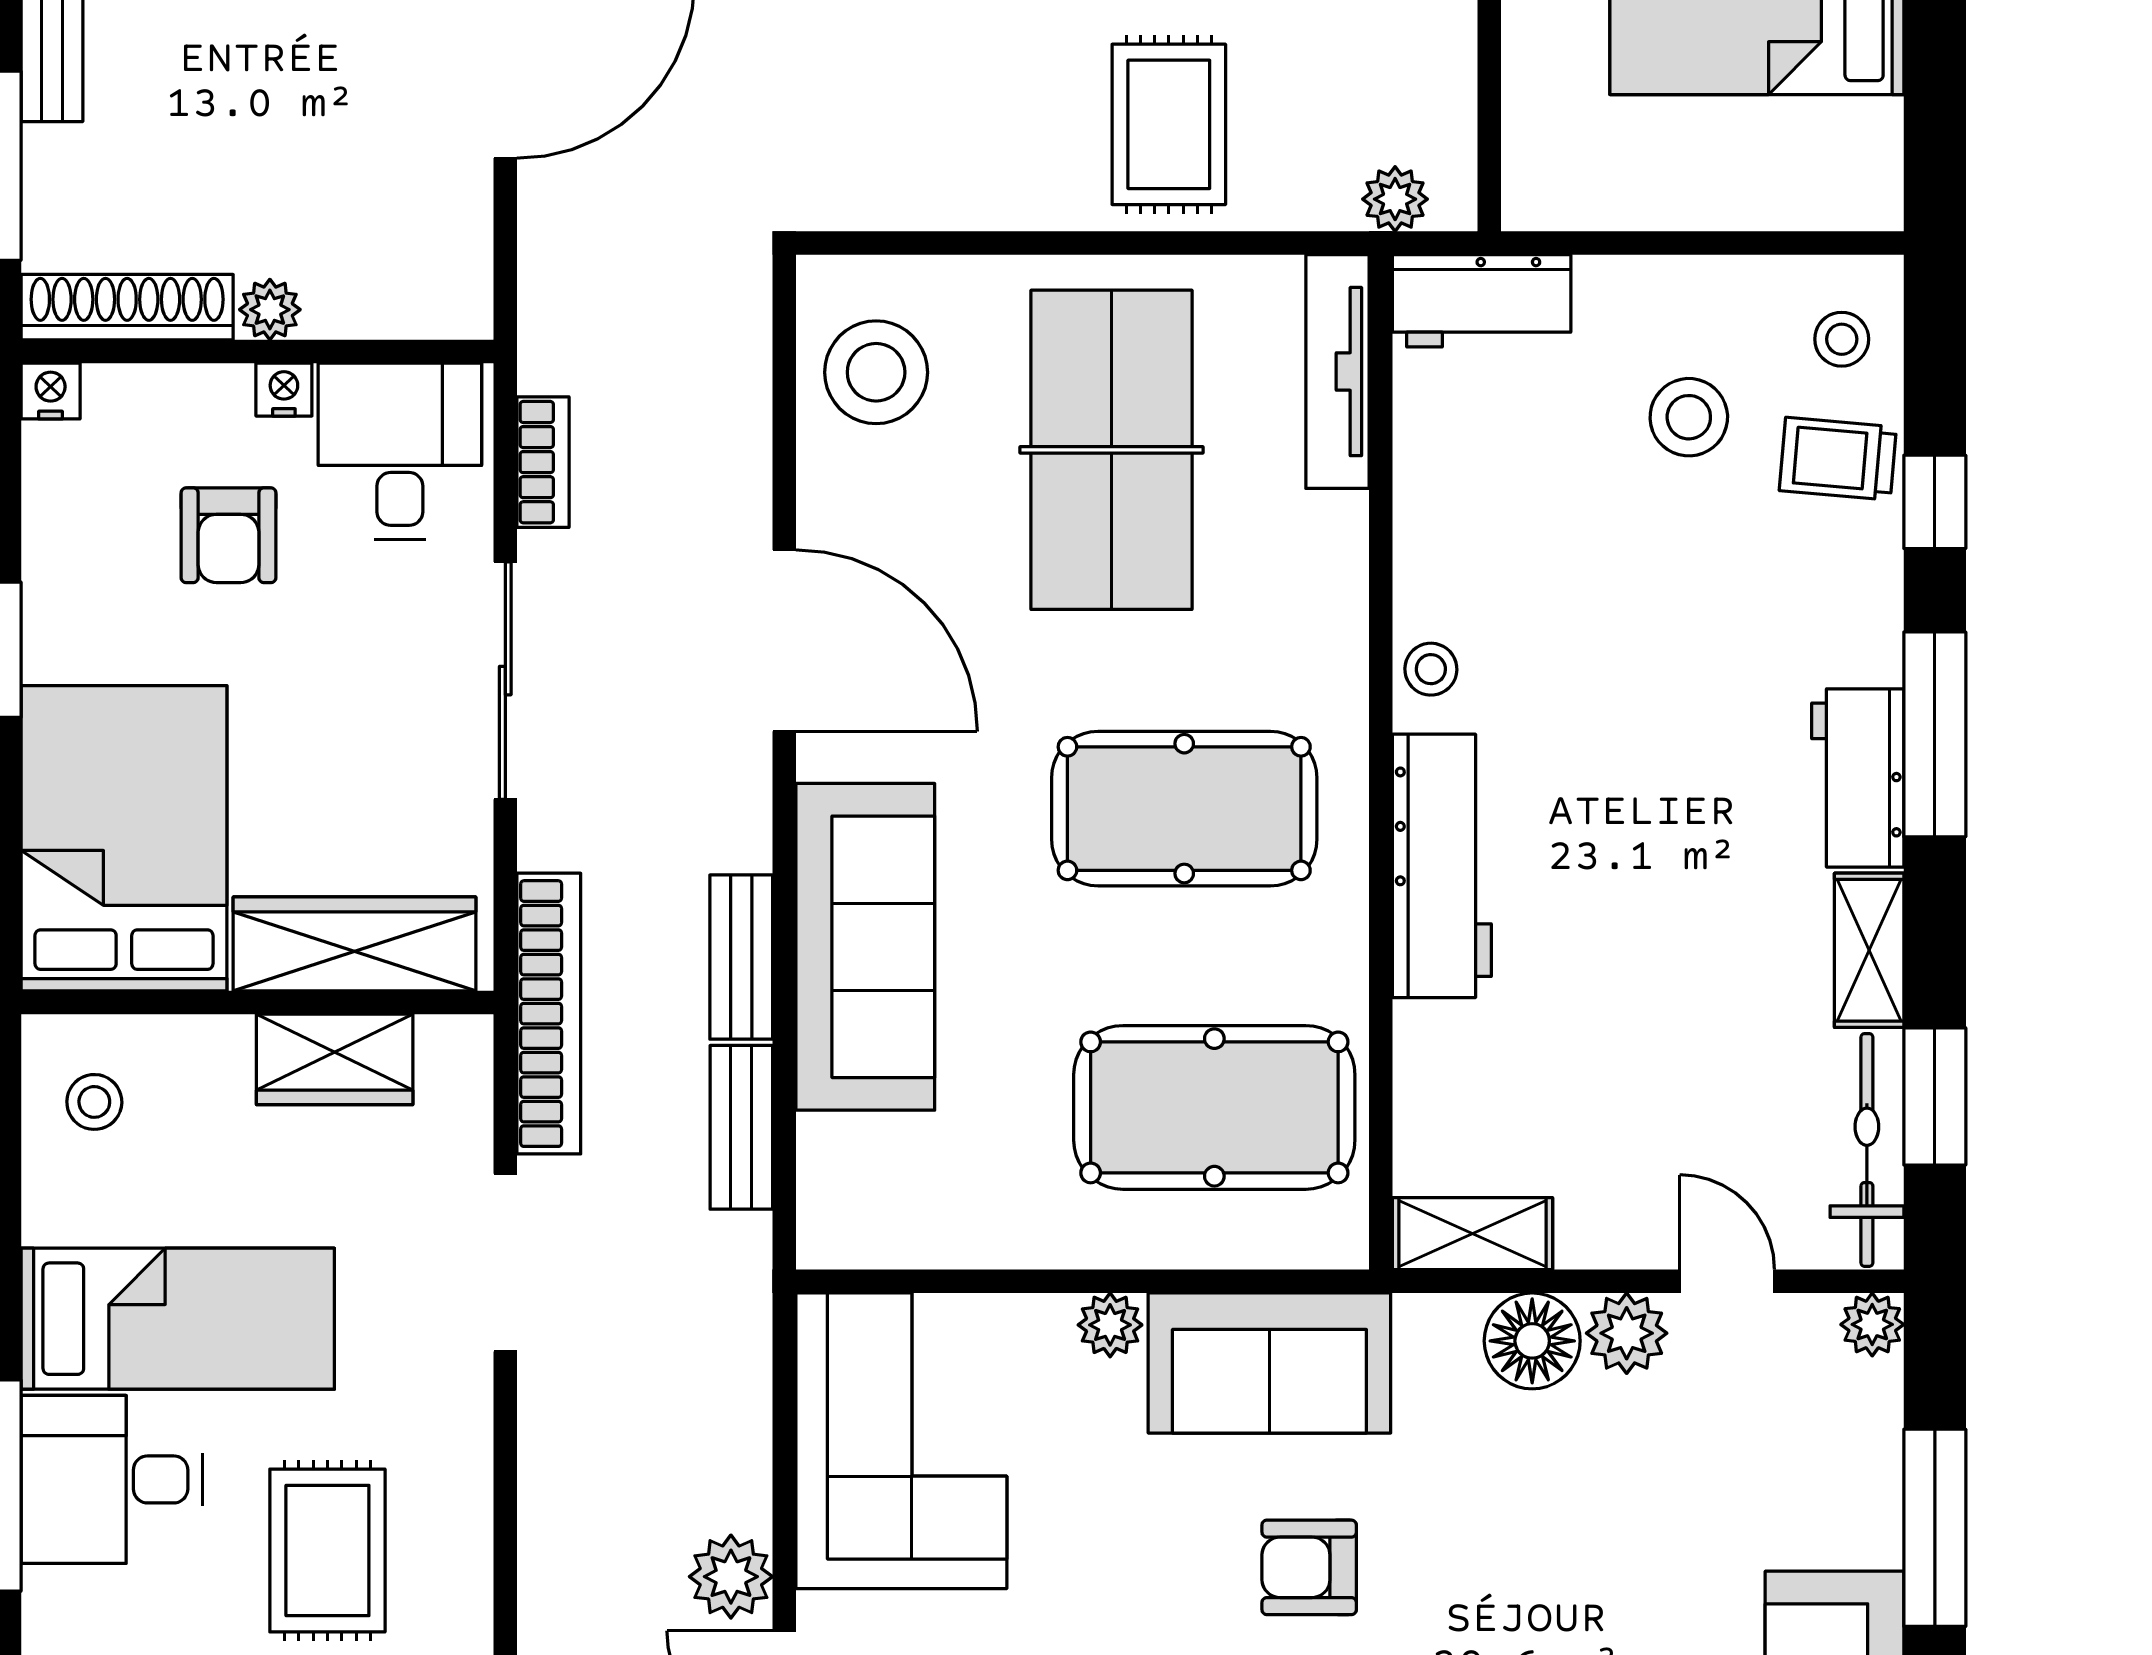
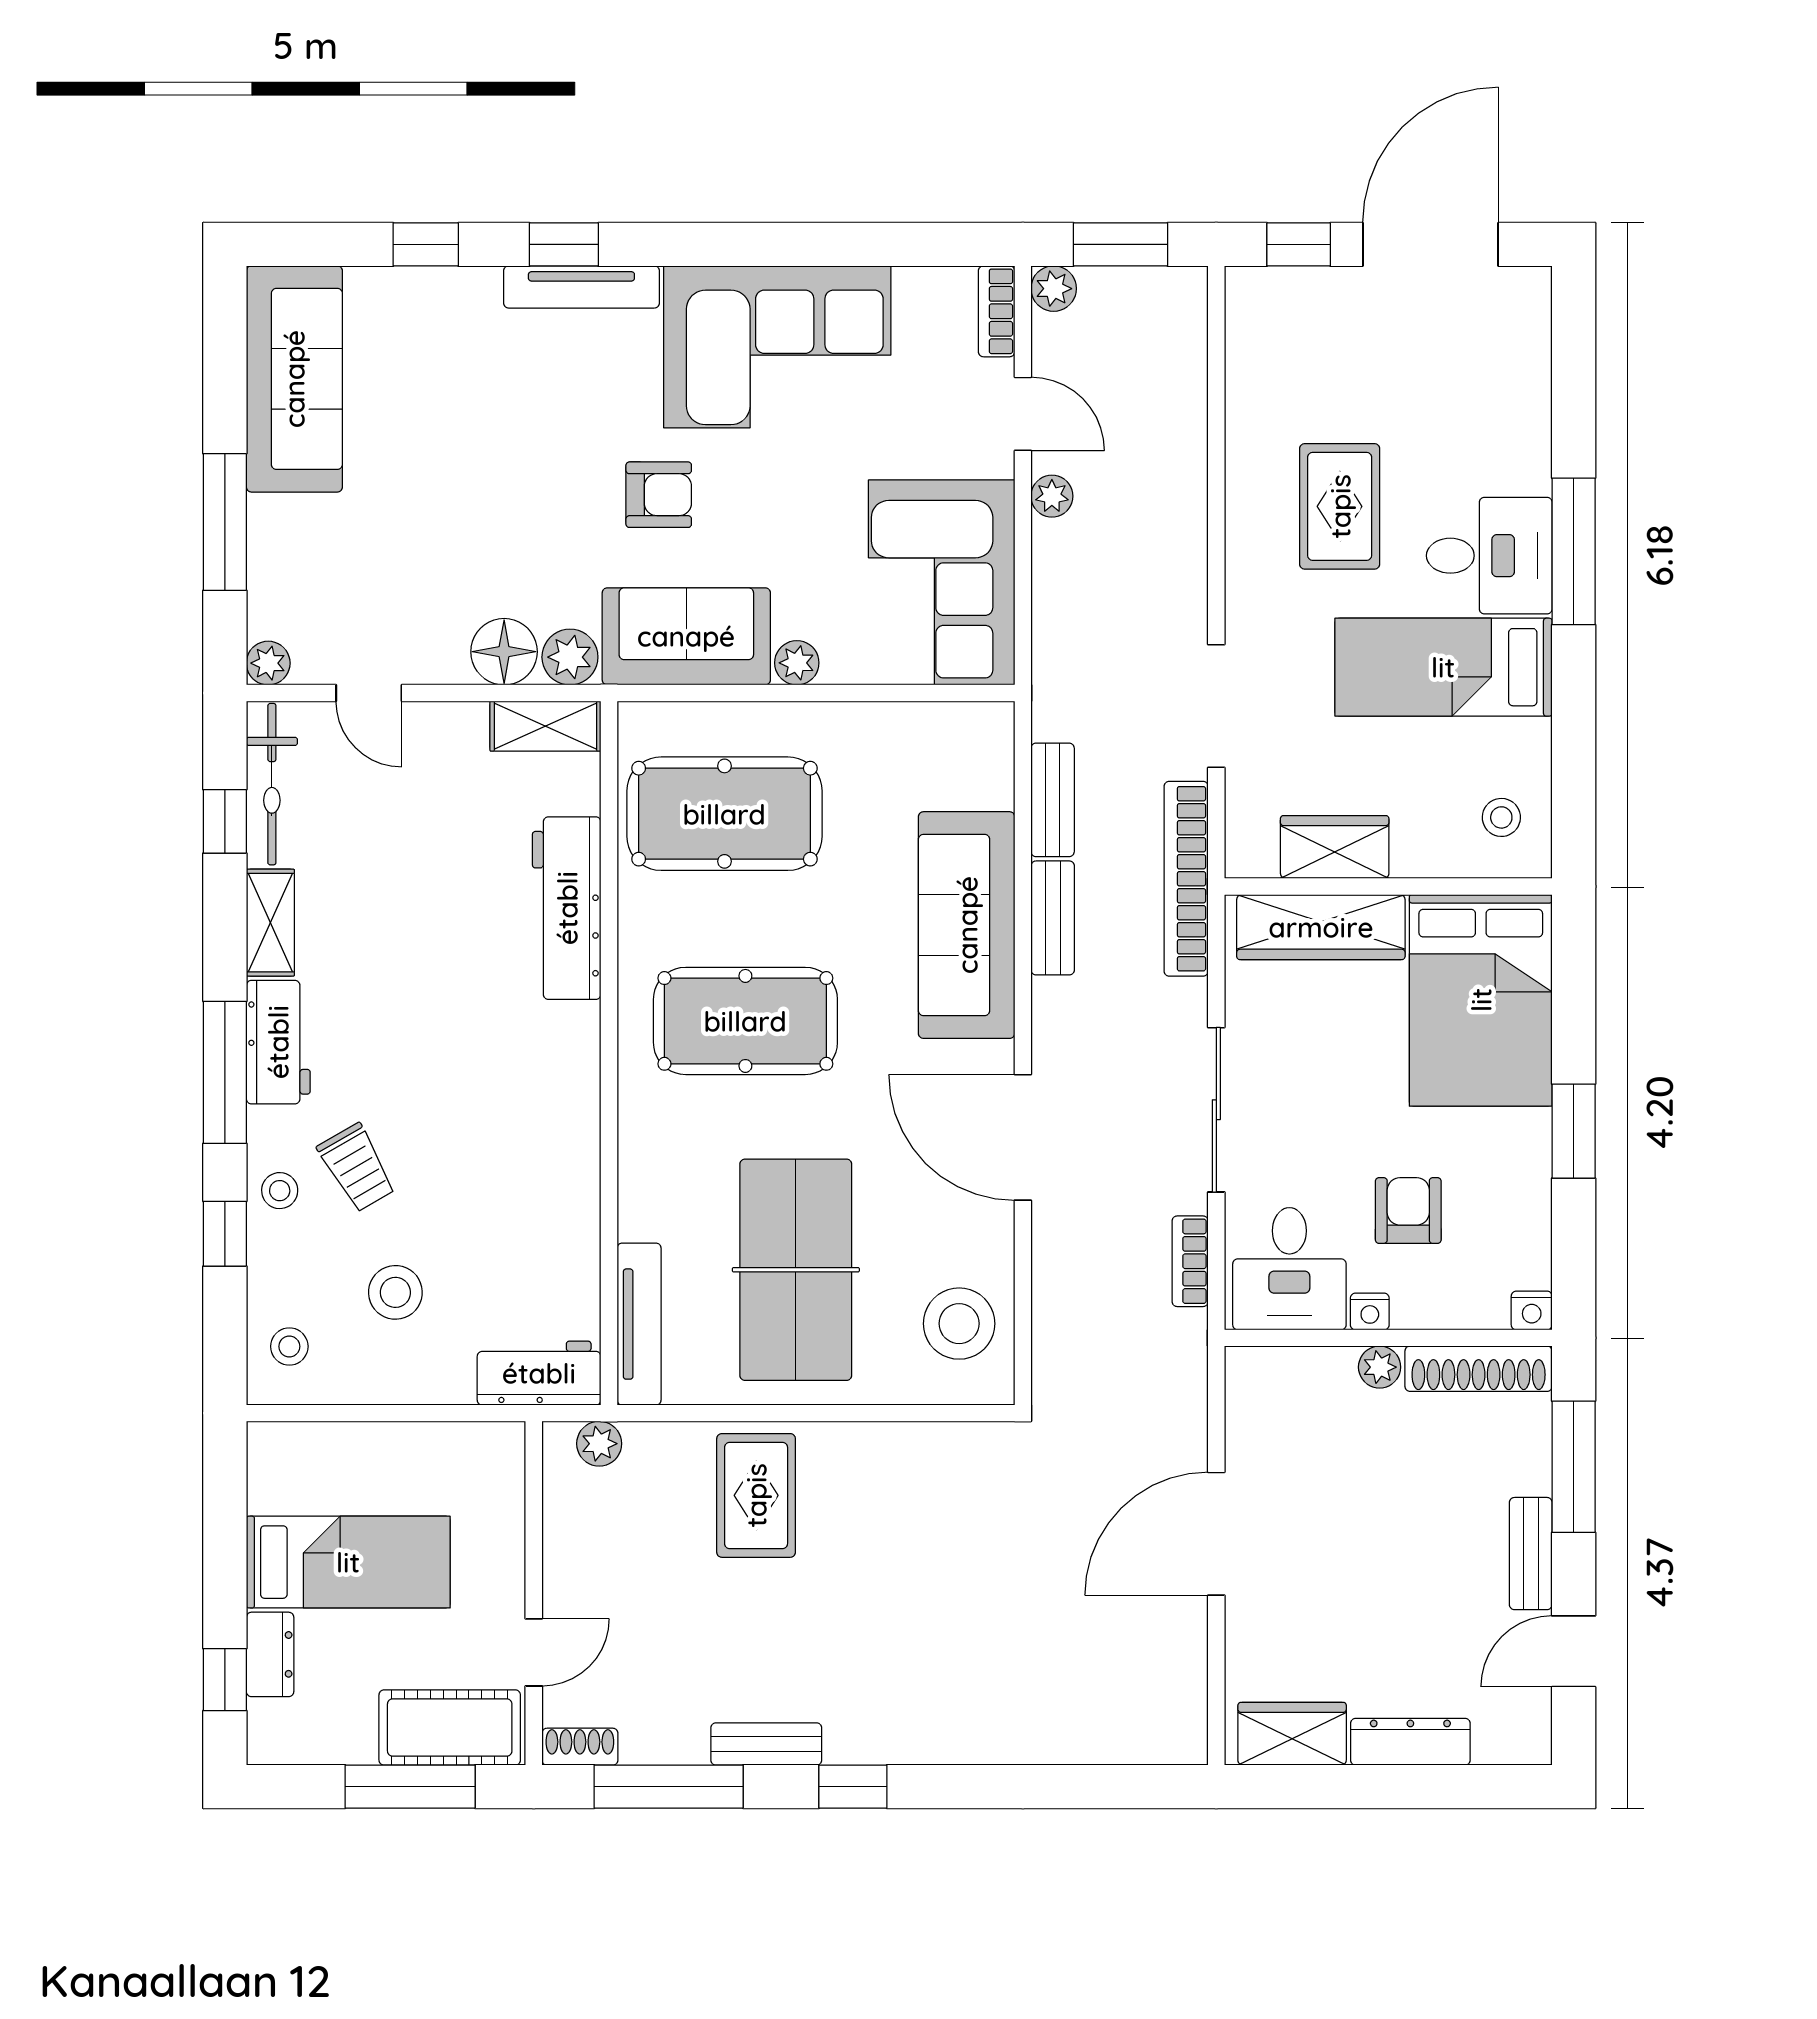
trolley: (1838, 459) -> (357, 1168), moved, turned 55
stool: (1431, 669) -> (280, 1191), moved
workbench: (1442, 866) -> (567, 908), moved
window: (1935, 1096) -> (225, 821), width x0.67
plant: (1627, 1333) -> (570, 657), moved
plant: (731, 1577) -> (1052, 496), width x0.73, depth x0.73

